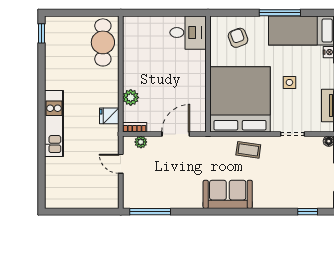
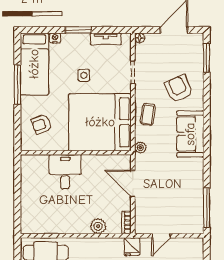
desk: (188, 33) -> (65, 172), moved
fridge: (109, 116) -> (132, 247), moved
plant: (141, 142) -> (140, 148), moved
armchair: (275, 182) -> (179, 89), added
window: (308, 212) -> (207, 58), width x1.50

